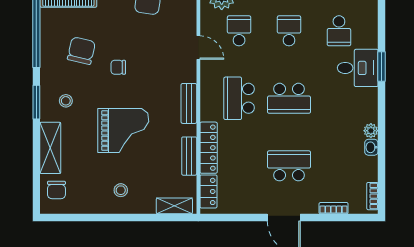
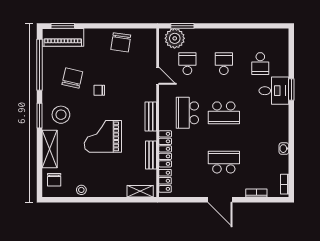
stool: (66, 101) -> (61, 115), width x1.89, depth x1.89
grand piano: (123, 131) -> (103, 136), turned 180
plant: (371, 131) -> (284, 136), removed
stool: (121, 190) -> (81, 190), moved

